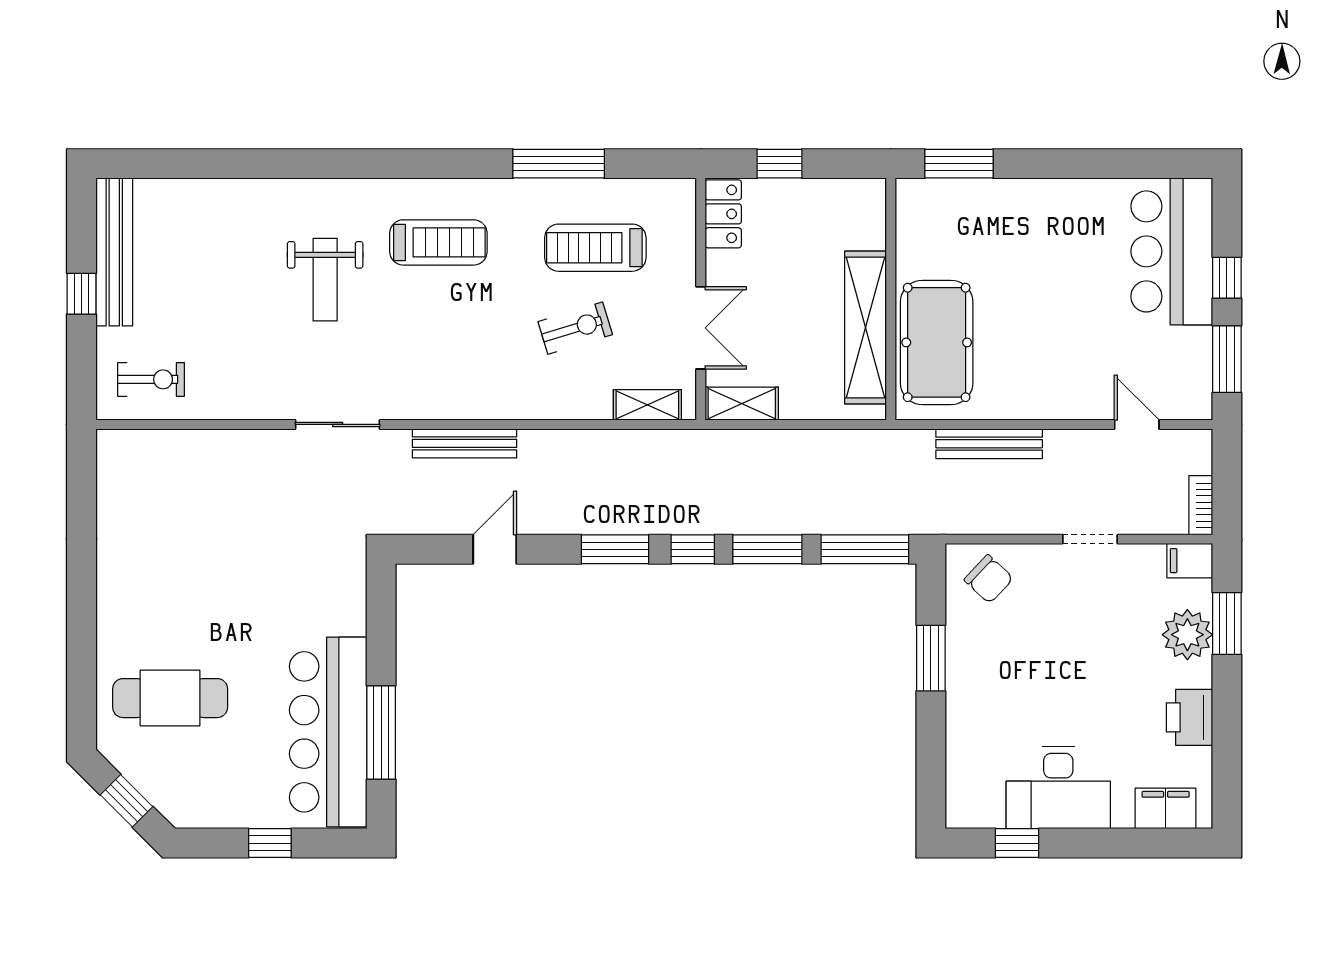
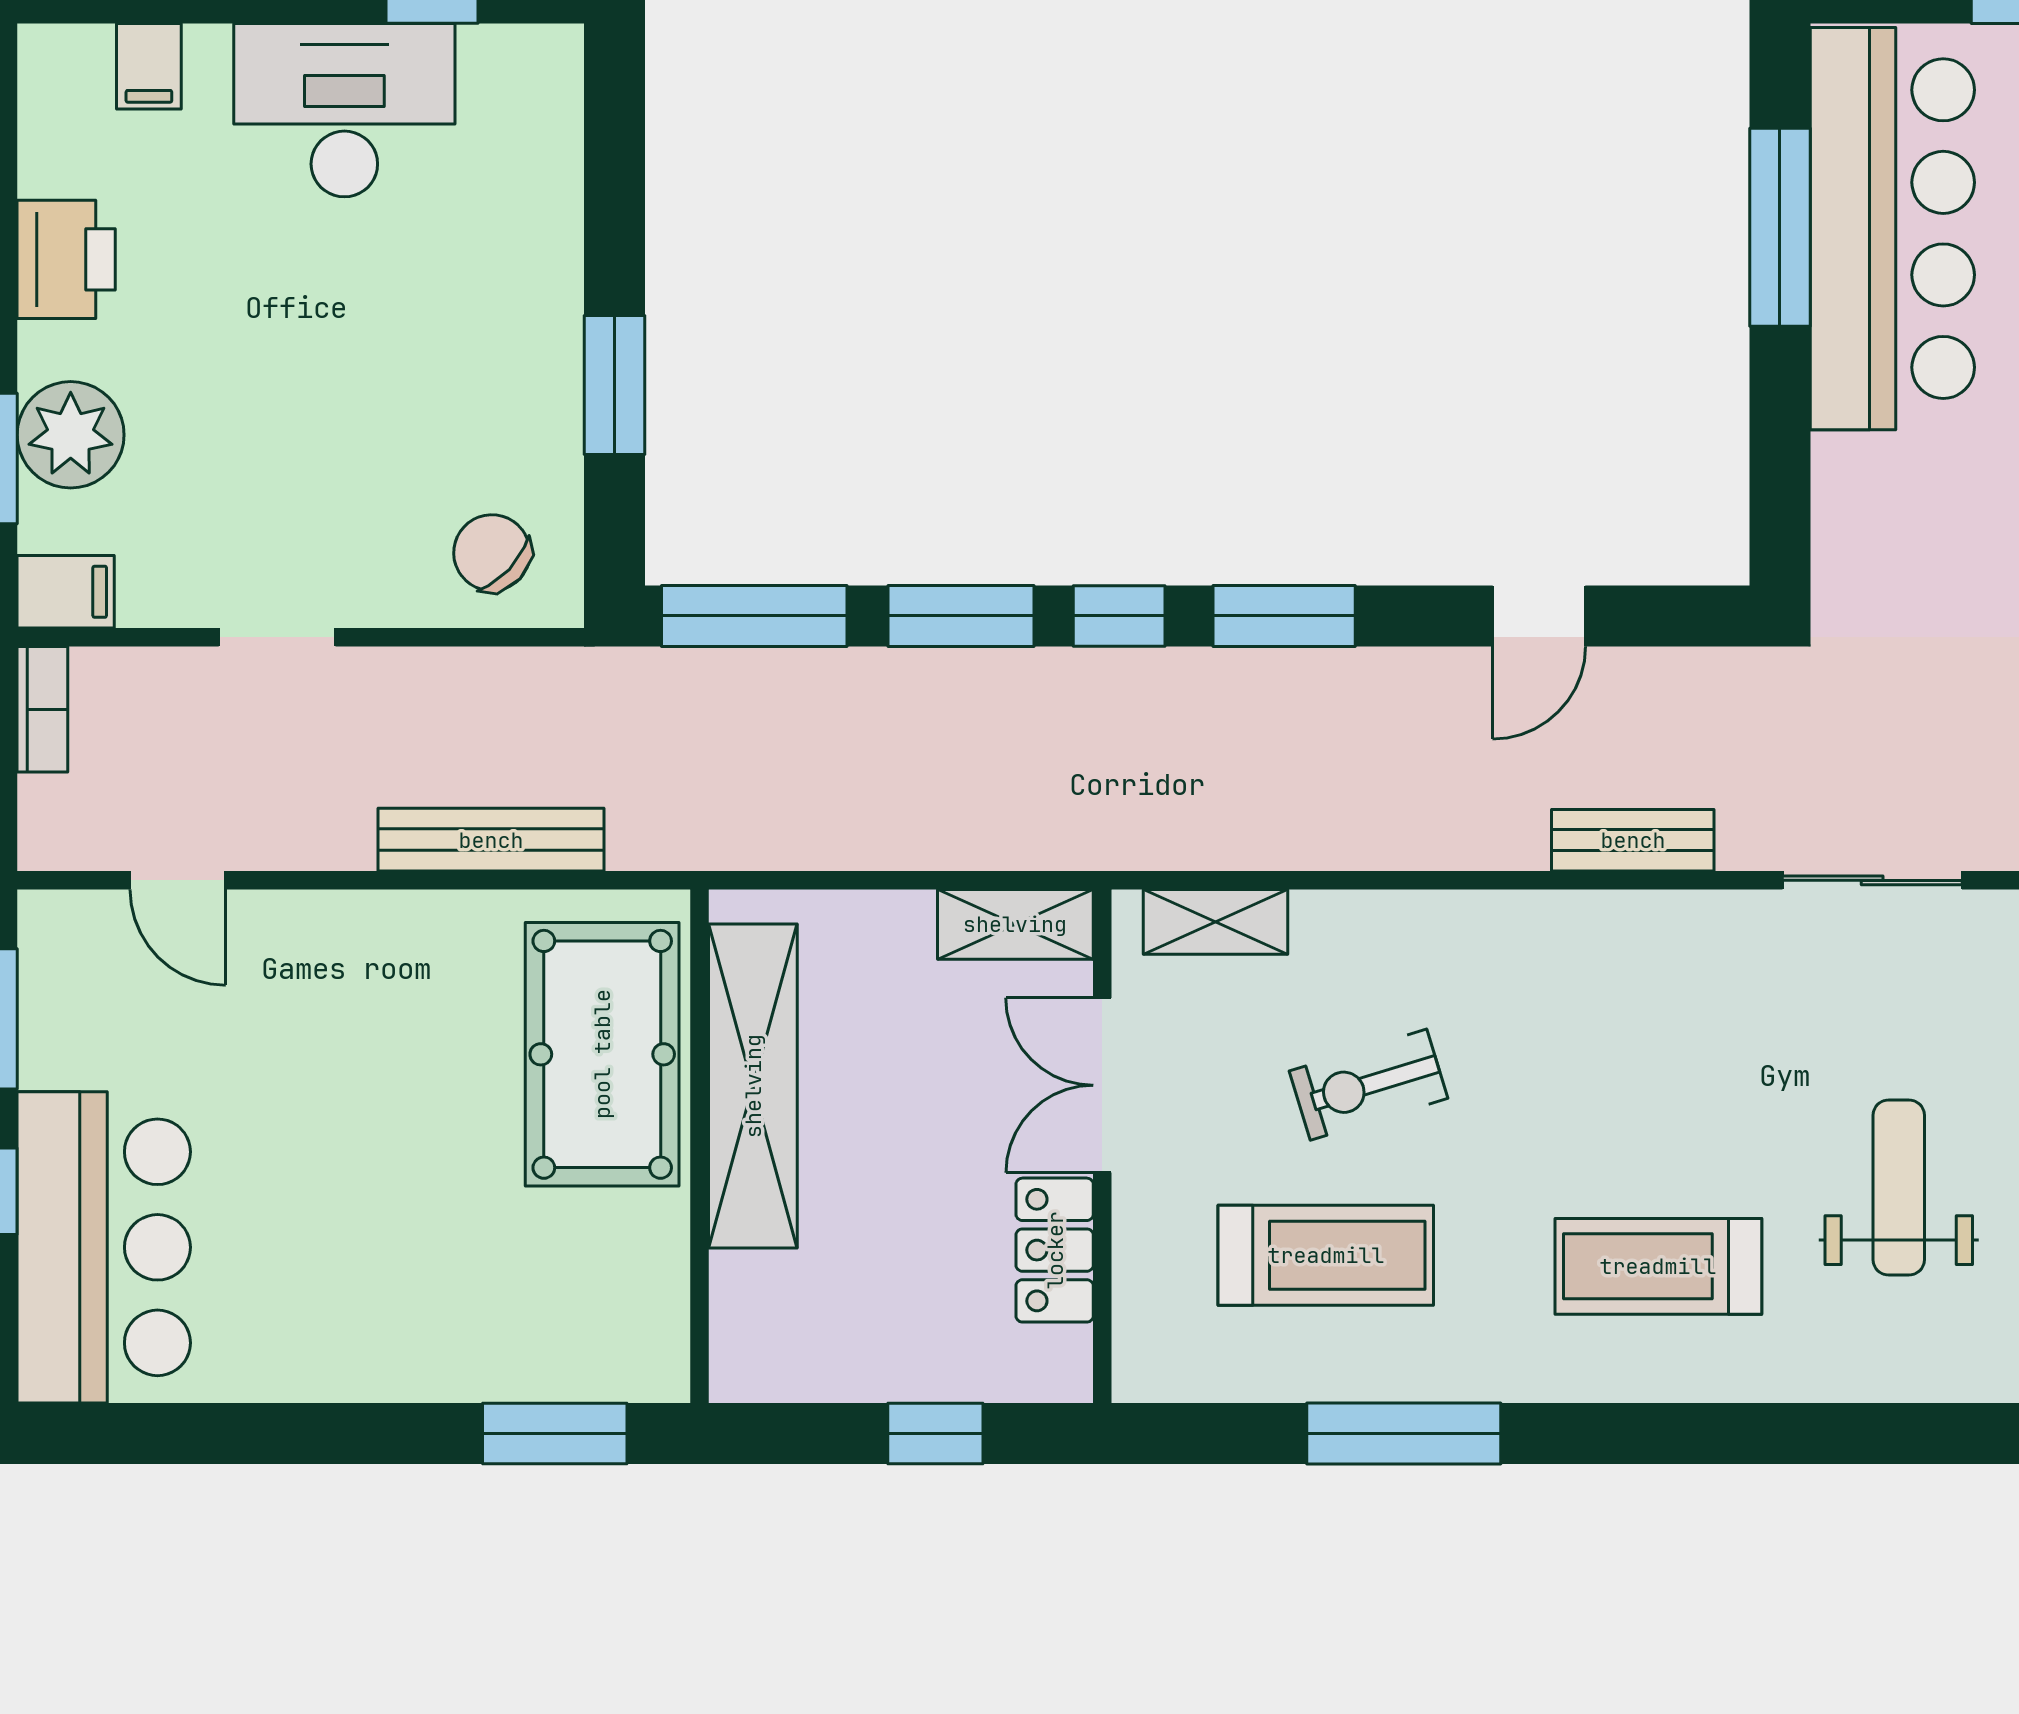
locker: (723, 214) -> (1055, 1250), moved
bench: (464, 443) -> (1633, 840), width x0.73
filing cabinet: (1166, 808) -> (149, 66), width x0.50

